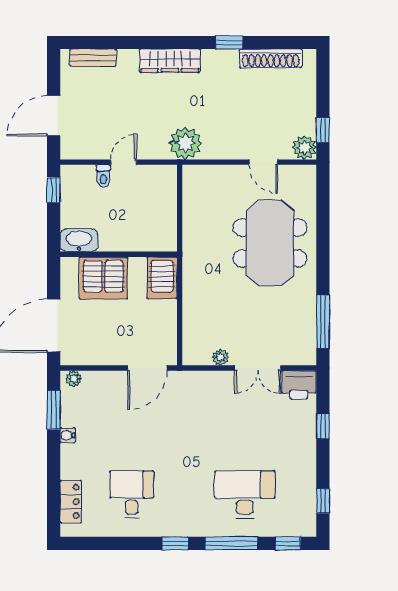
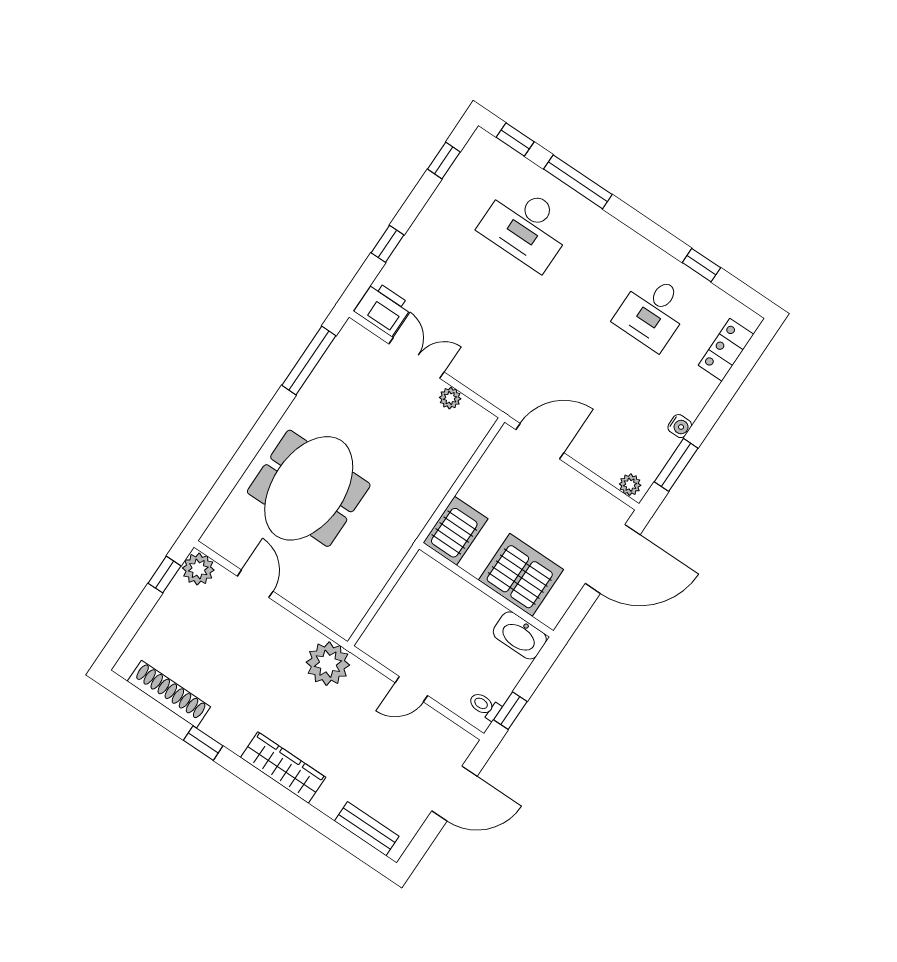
toilet: (103, 176) -> (485, 706), moved, turned -90
window: (175, 543) -> (701, 265), moved

